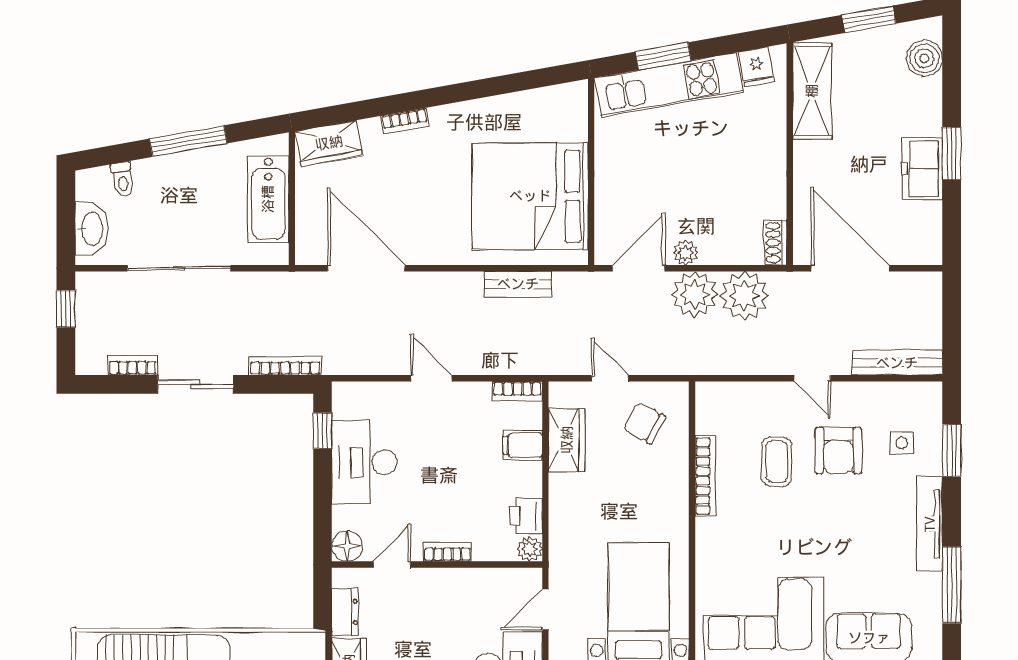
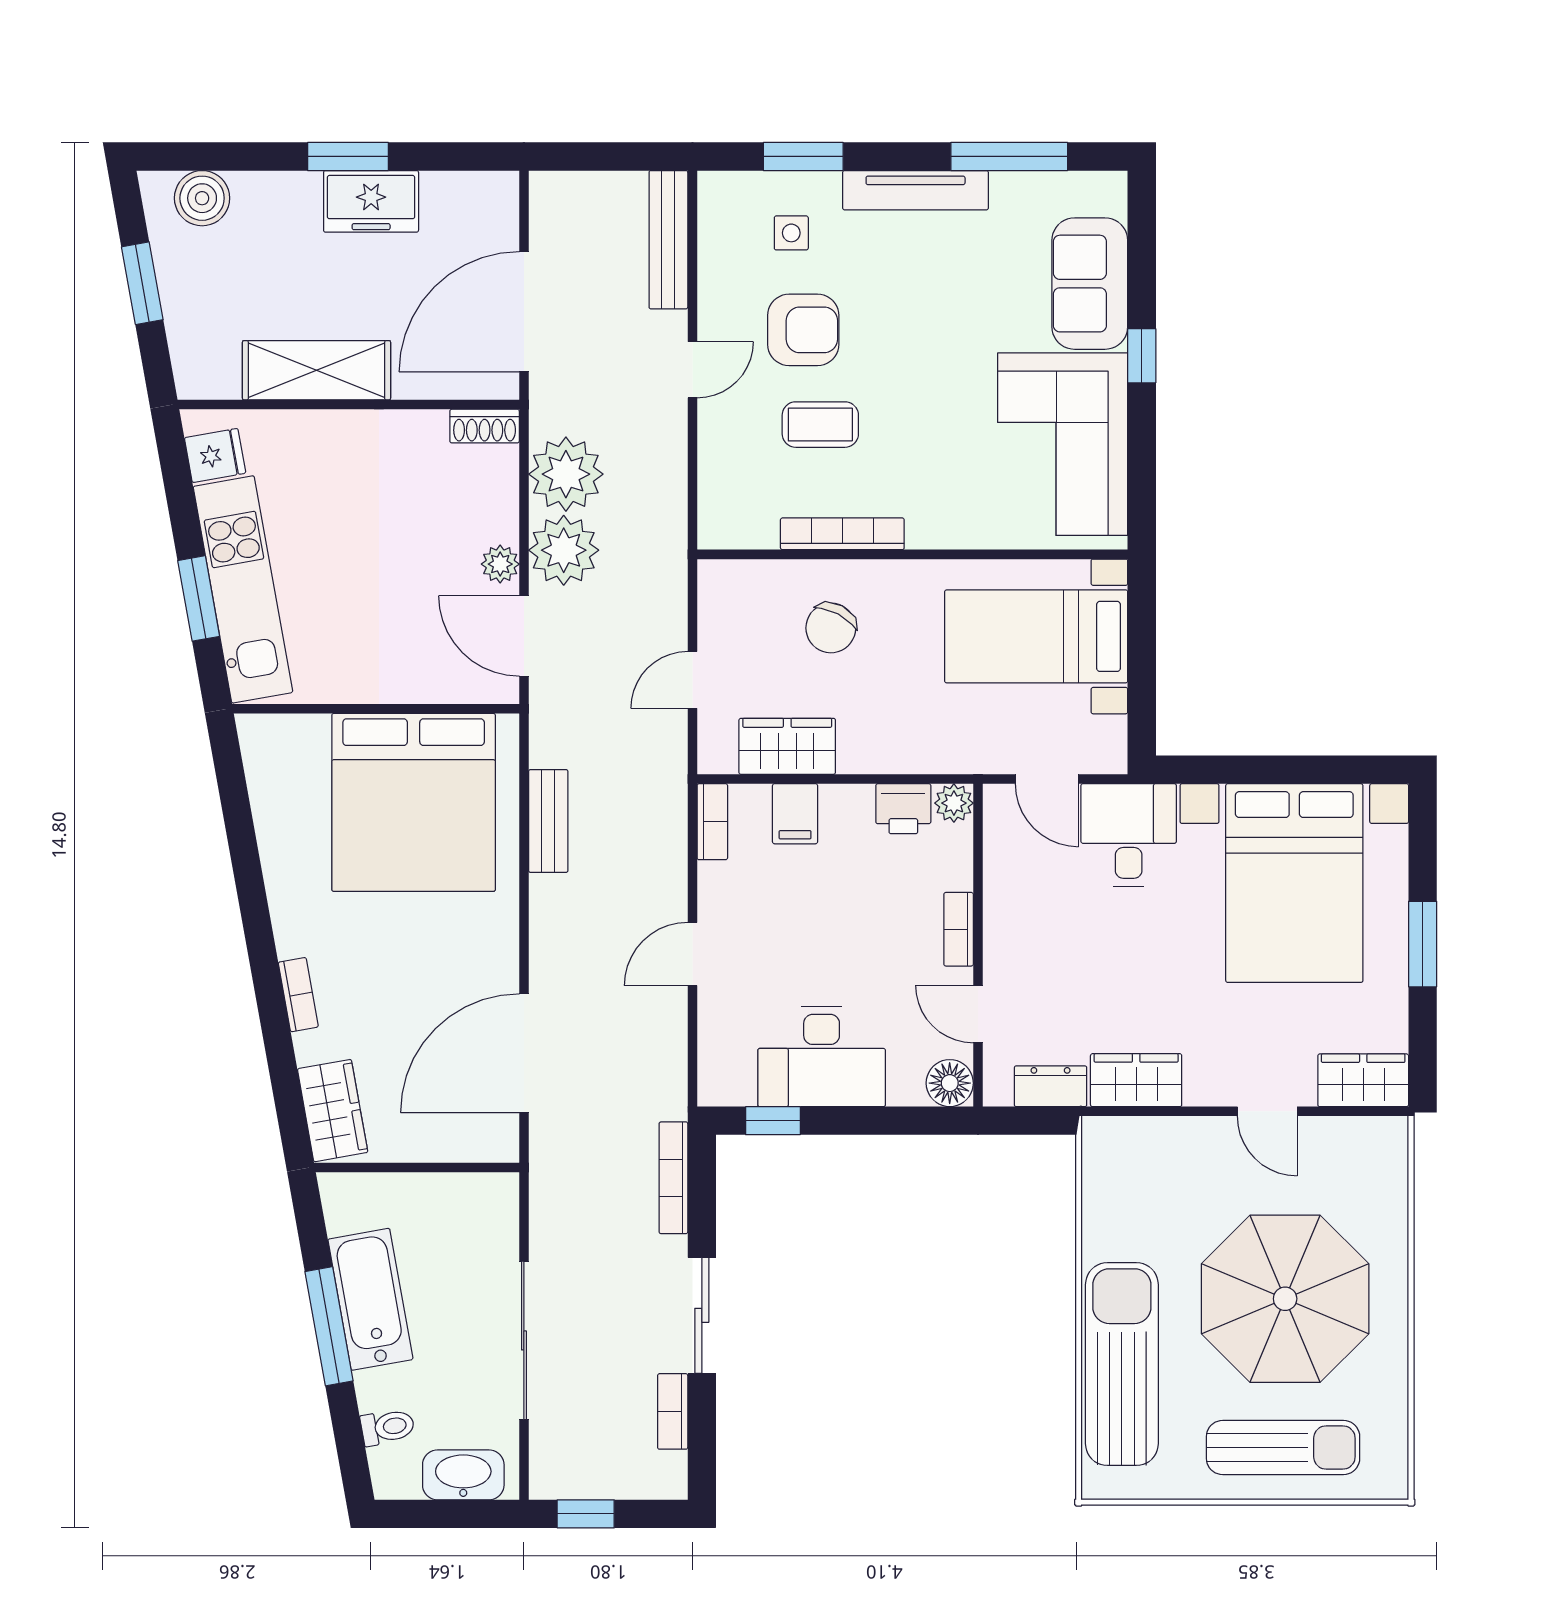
shelving: (812, 91) -> (316, 370), moved
bathtub: (268, 199) -> (370, 1299), moved, turned -100
chair: (644, 423) -> (831, 628), moved

